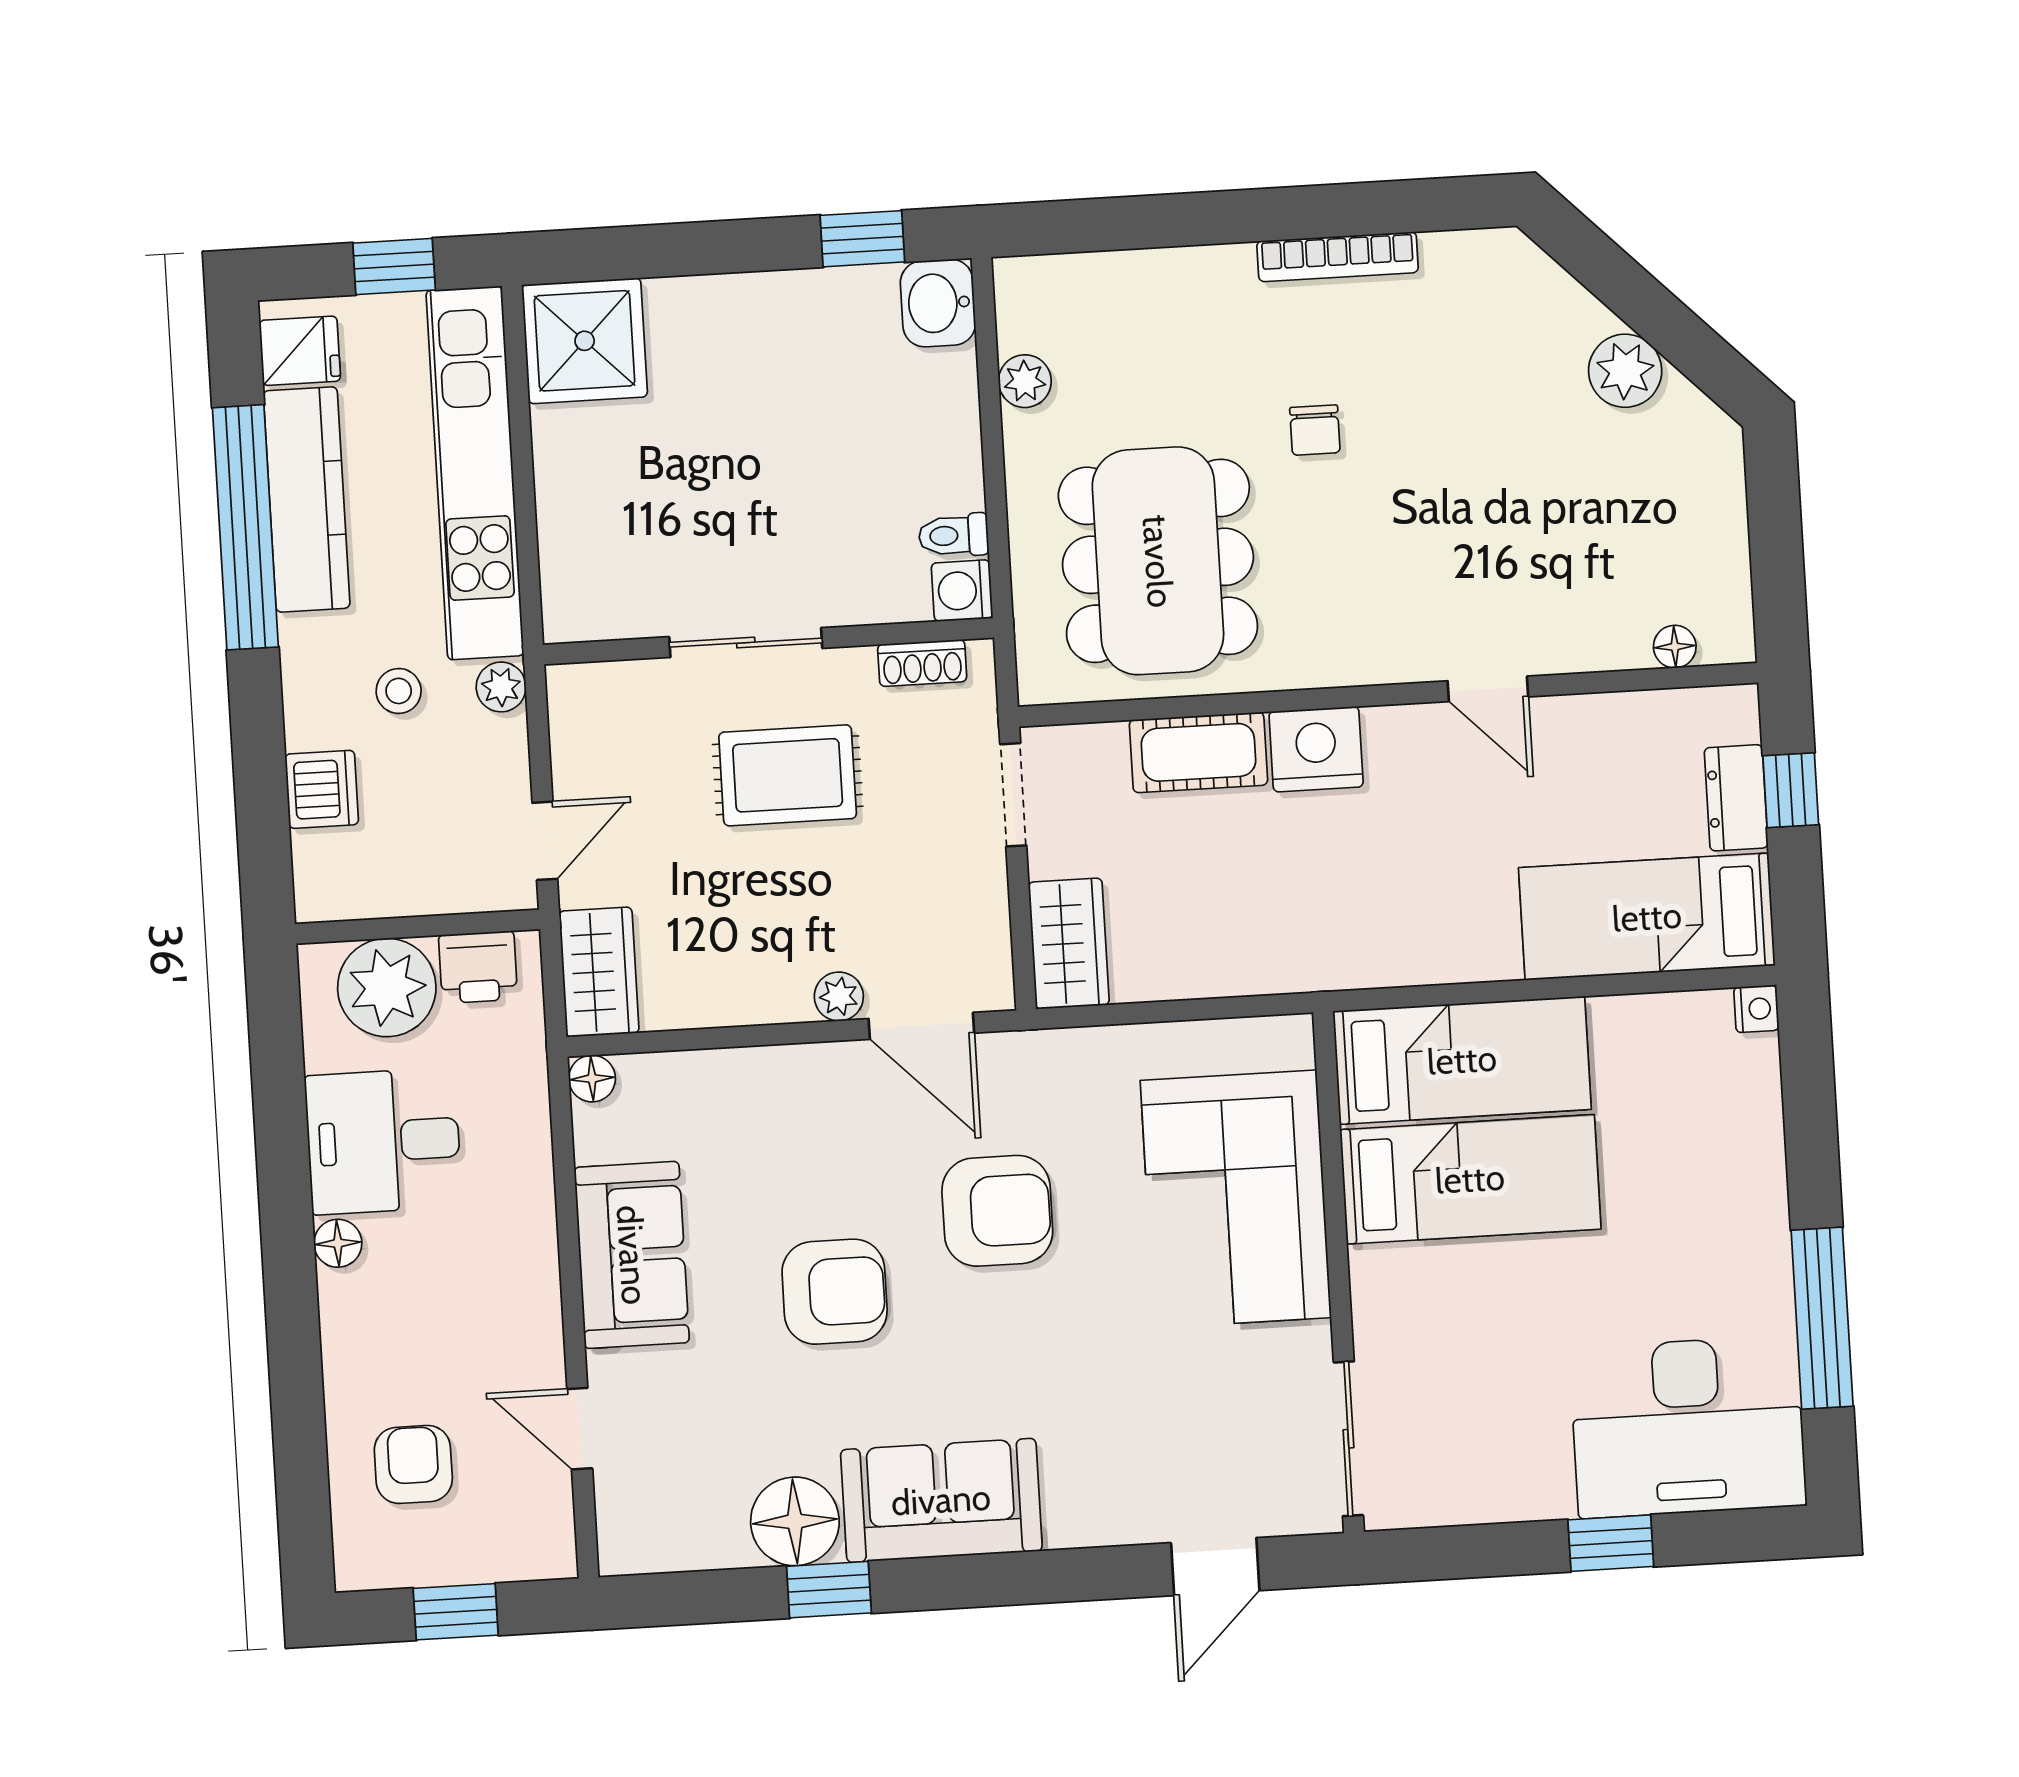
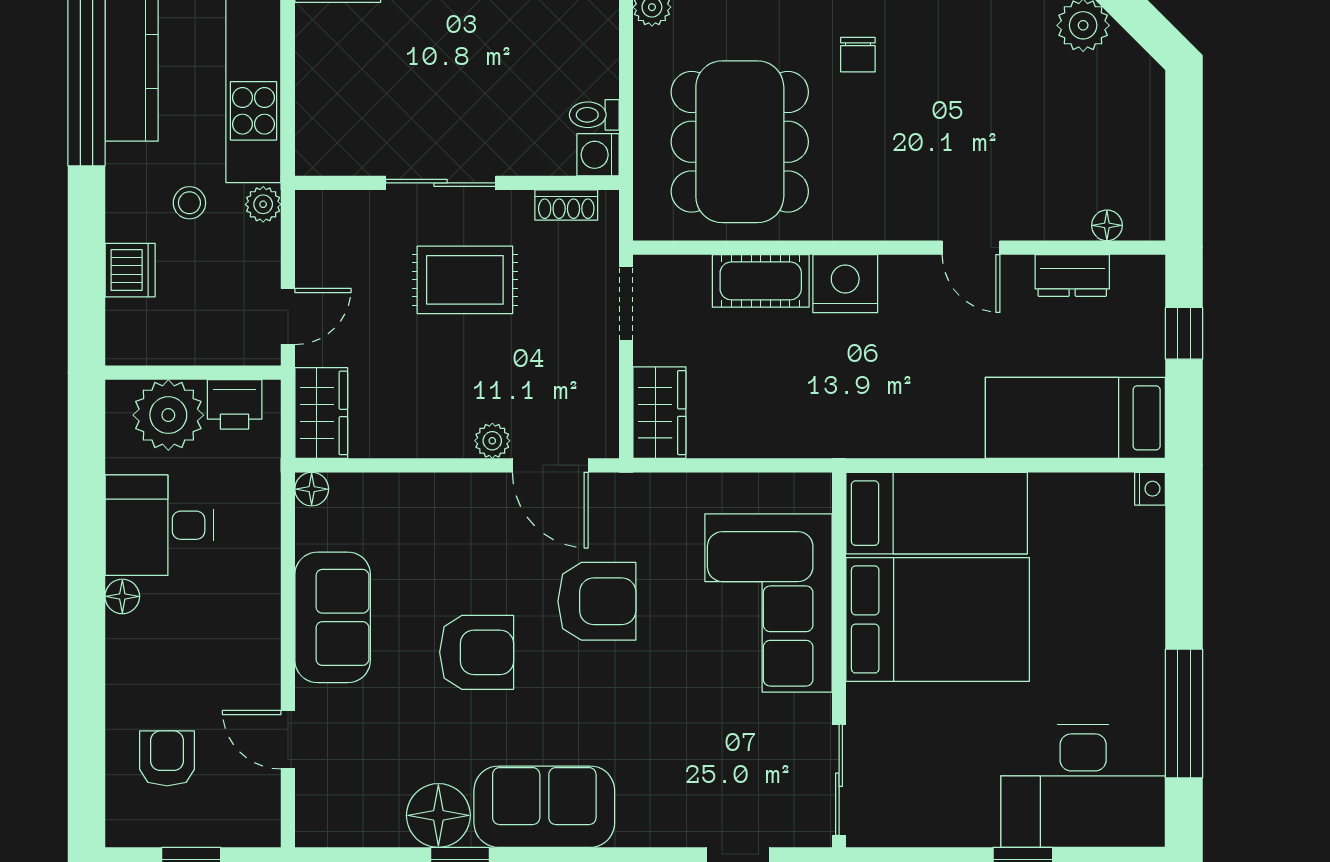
dresser: (1736, 798) -> (1072, 276), moved, turned -90
bed: (1470, 1179) -> (938, 619), width x1.50

